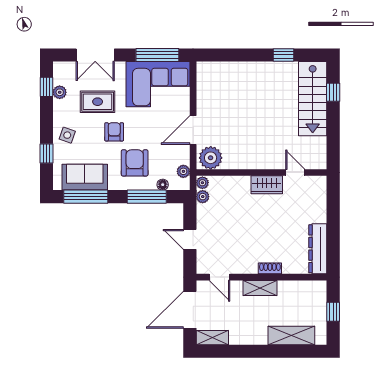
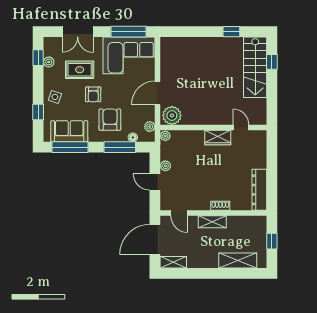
armchair: (114, 132) -> (93, 94), turned 180
plant: (203, 197) -> (165, 166), moved

